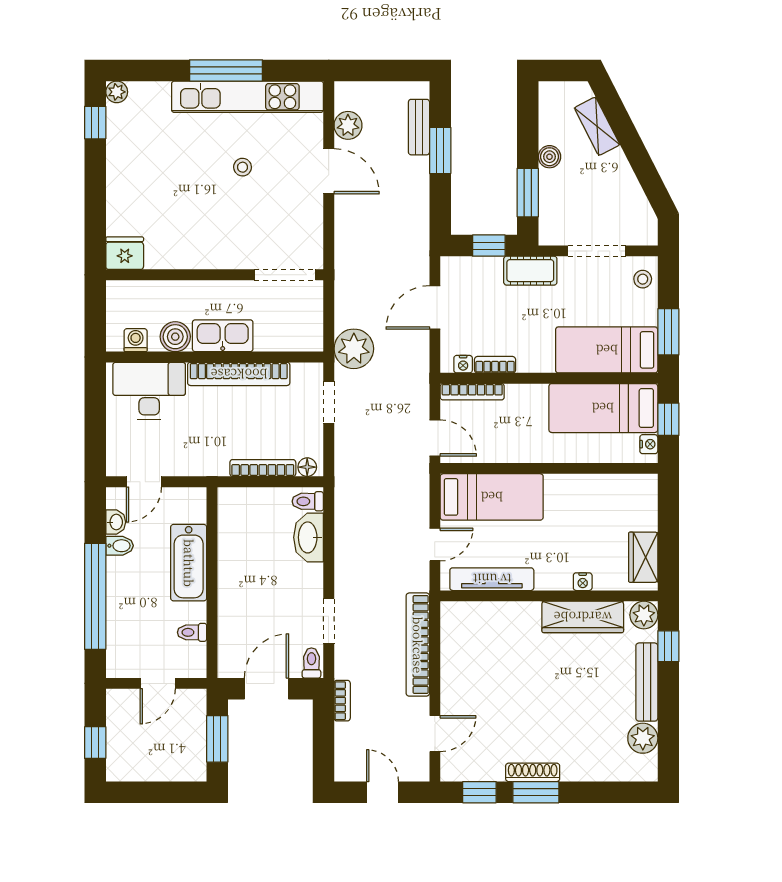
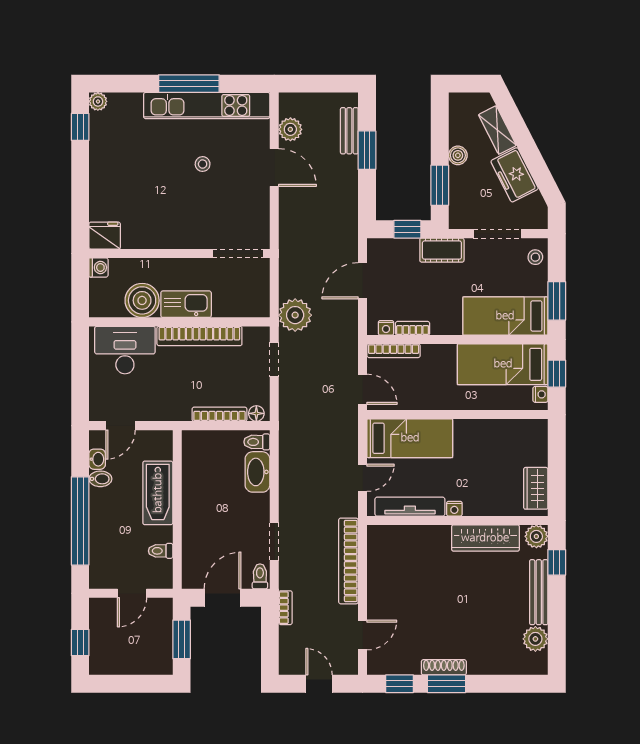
freezer: (618, 180) -> (515, 175), added
boiler: (175, 337) -> (142, 300), width x1.37, depth x1.37
washing machine: (136, 340) -> (99, 267), moved, turned 90
nightstand: (583, 582) -> (454, 509), moved

